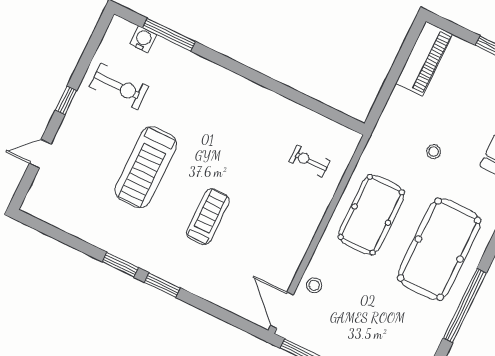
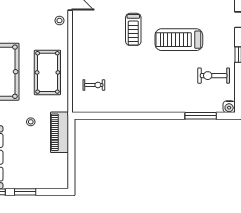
water cooler: (143, 39) -> (229, 107), moved
piano: (424, 59) -> (60, 132), moved
treadmill: (146, 167) -> (179, 40), turned -90

